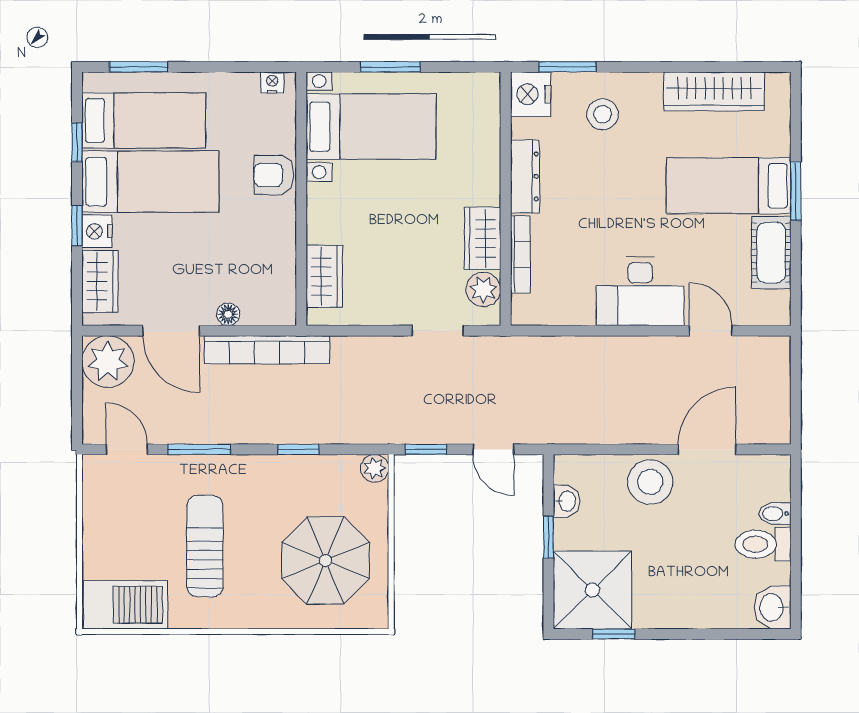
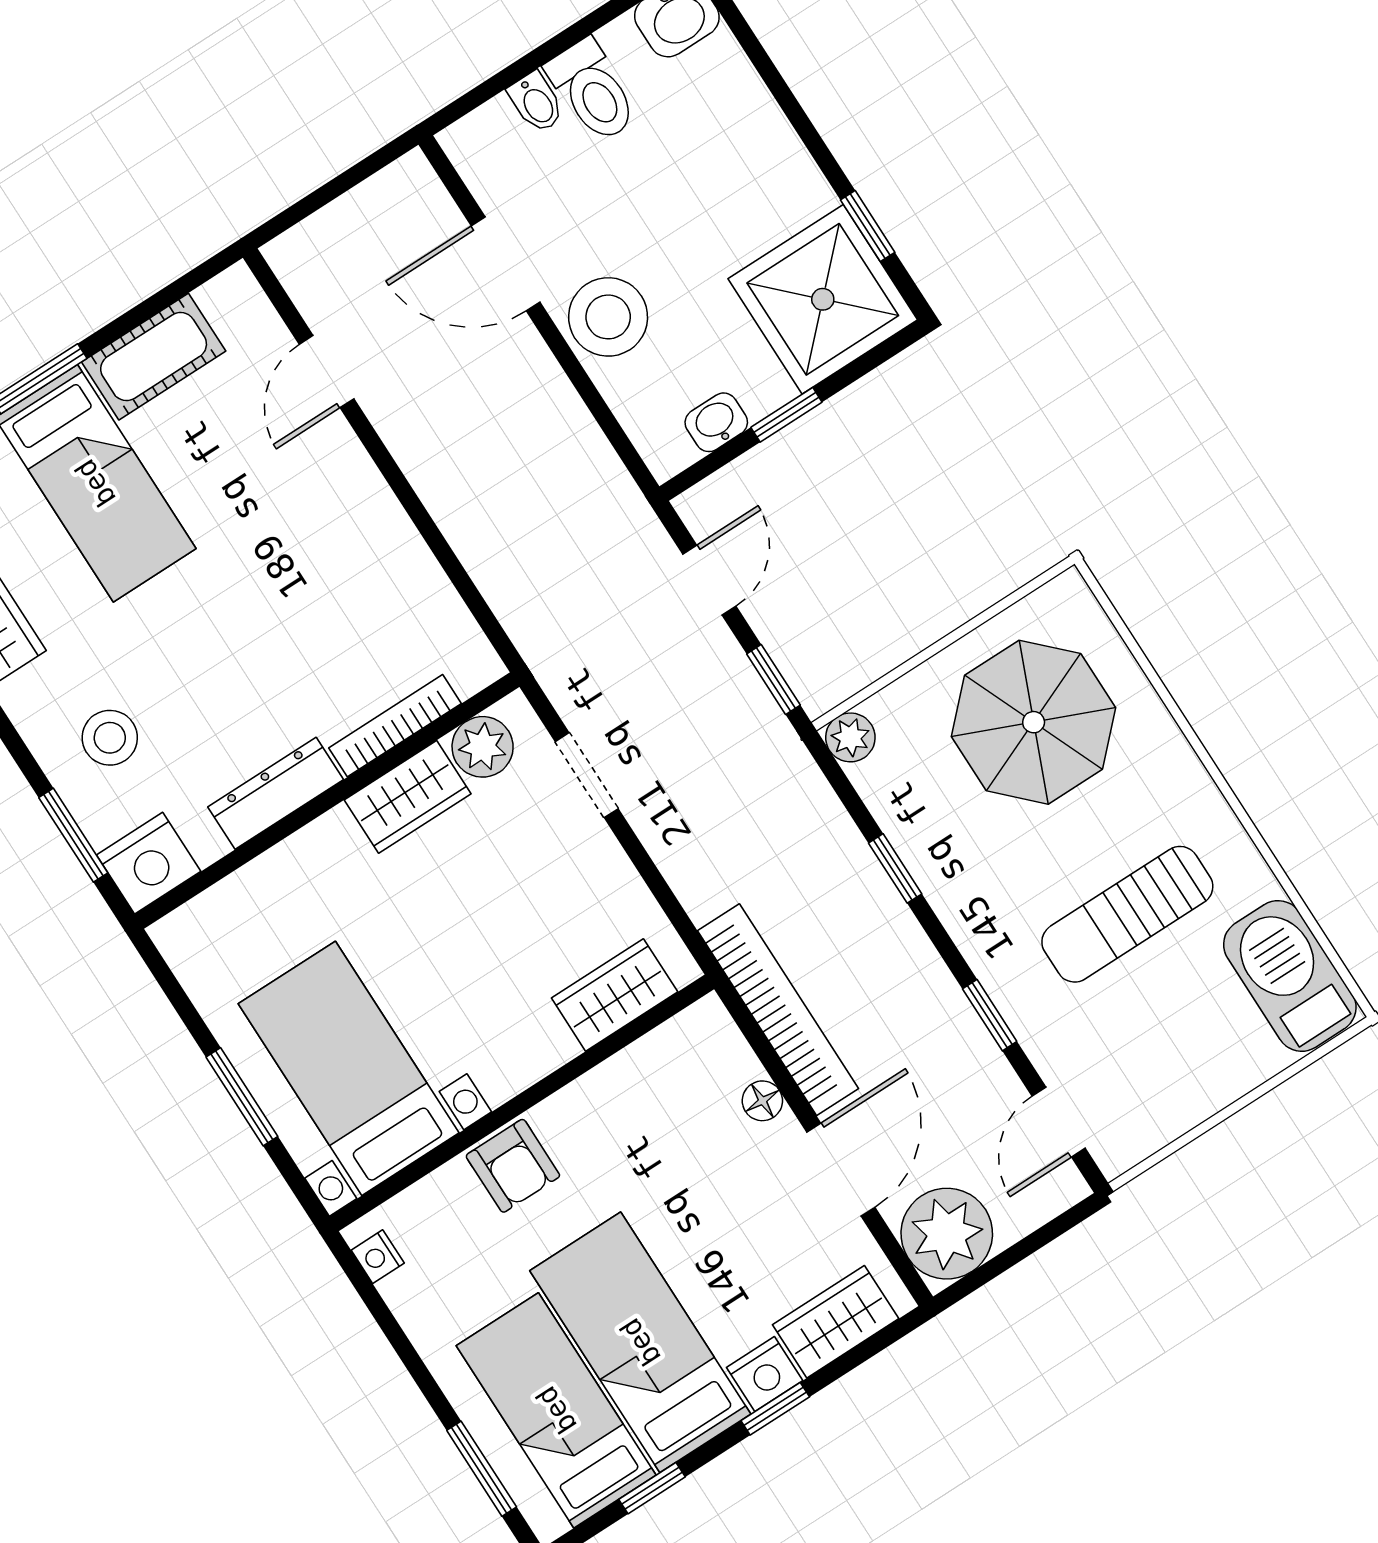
desk: (640, 291) -> (336, 513), removed
window: (199, 449) -> (990, 1015), width x0.67

